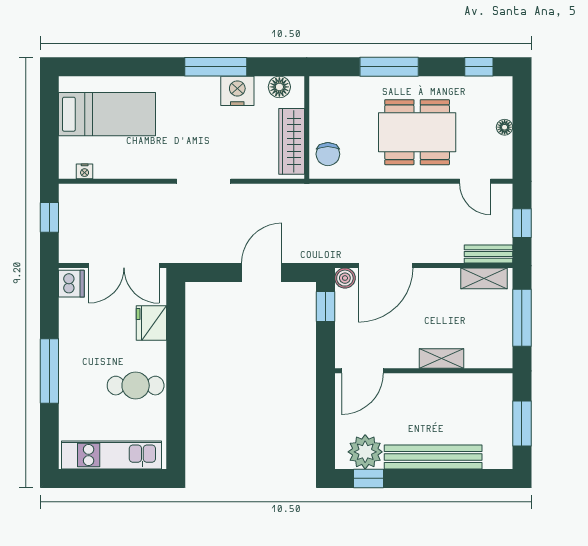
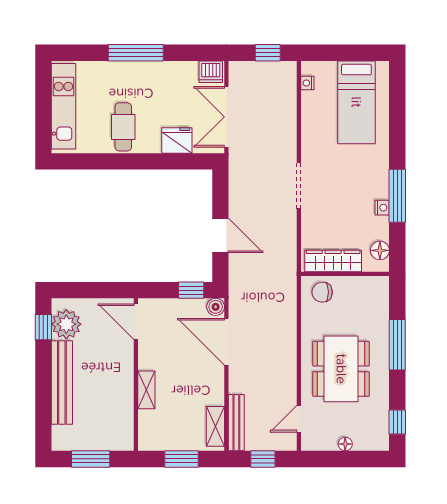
nightstand: (237, 91) -> (382, 208), width x0.53, depth x0.56
bench: (488, 254) -> (236, 423), width x1.36
window: (522, 318) -> (181, 459), width x0.69

